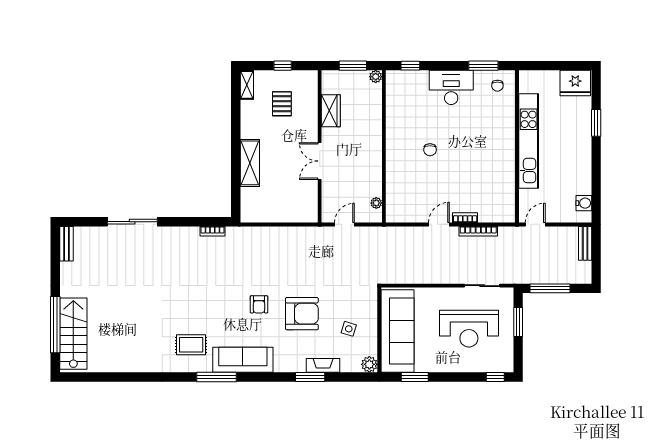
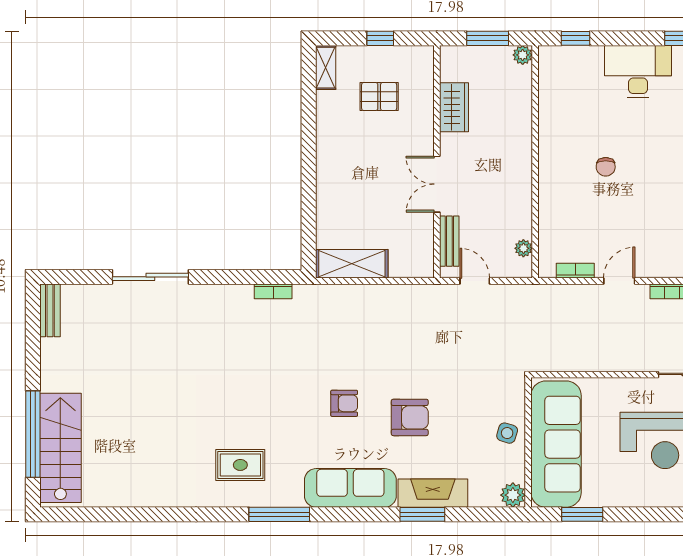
pallet: (282, 104) -> (379, 97), turned 90
shelving: (250, 163) -> (352, 264), moved, turned 90
bench: (328, 198) -> (449, 241), added
bookcase: (465, 218) -> (575, 271), moved
door: (344, 224) -> (475, 281), hinge flipped
armchair: (259, 304) -> (344, 403), turned -90
armchair: (302, 314) -> (410, 417), width x0.73, depth x0.73
side table: (349, 329) -> (507, 433), moved
sofa: (243, 360) -> (350, 488), moved
fireplace: (323, 365) -> (433, 493), width x1.37, depth x1.32

